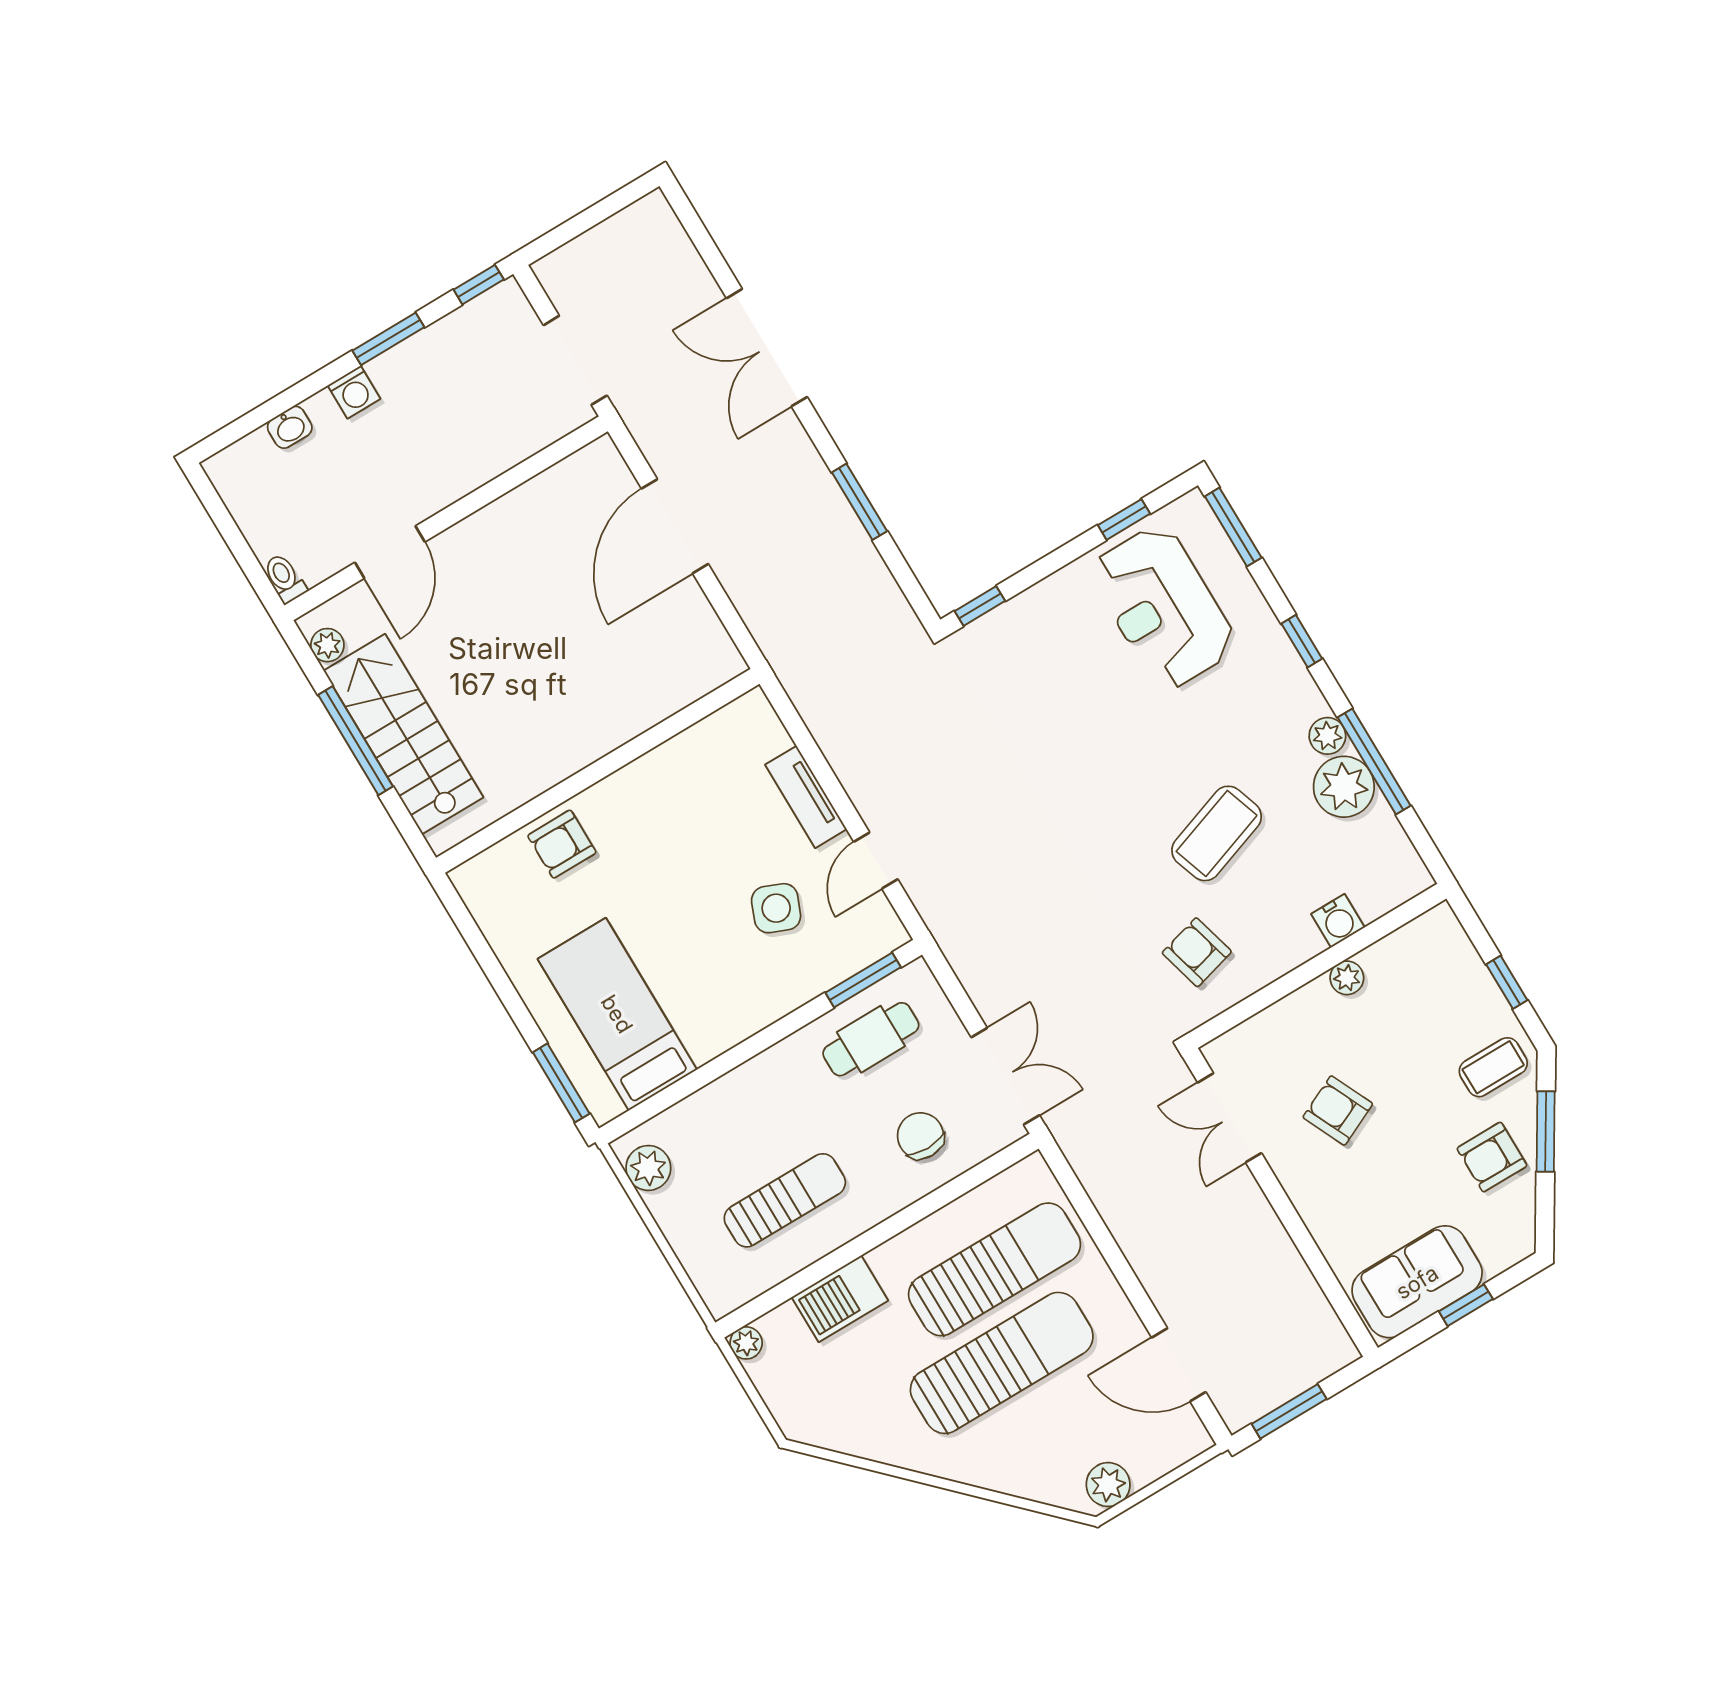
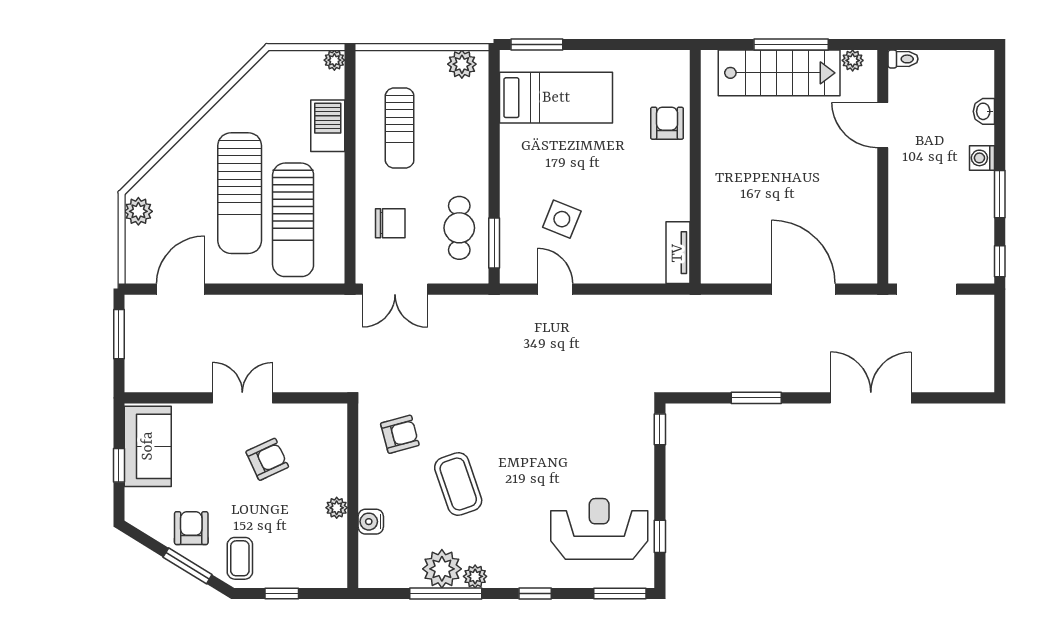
tv unit: (806, 797) -> (678, 253), moved, turned -90
double door: (1230, 1118) -> (242, 398), moved

